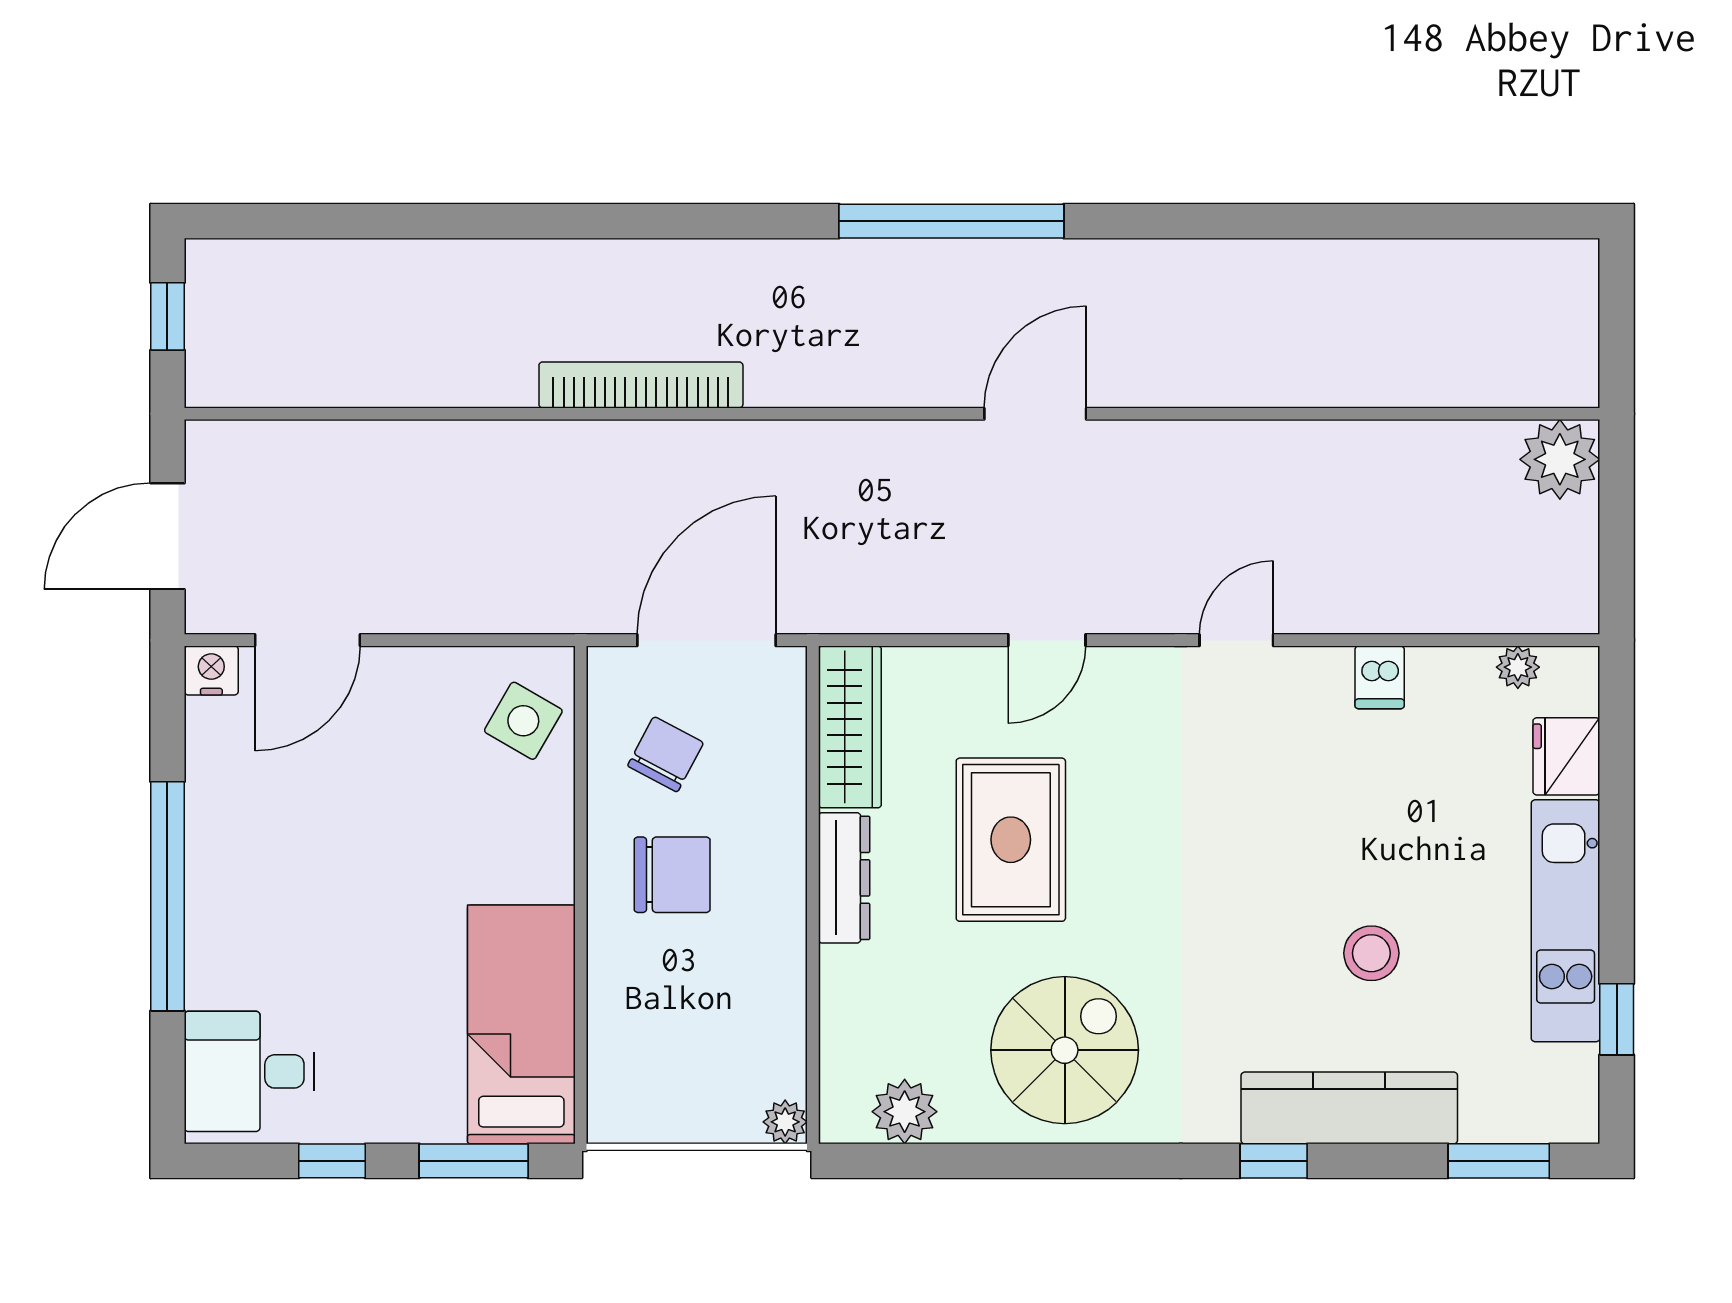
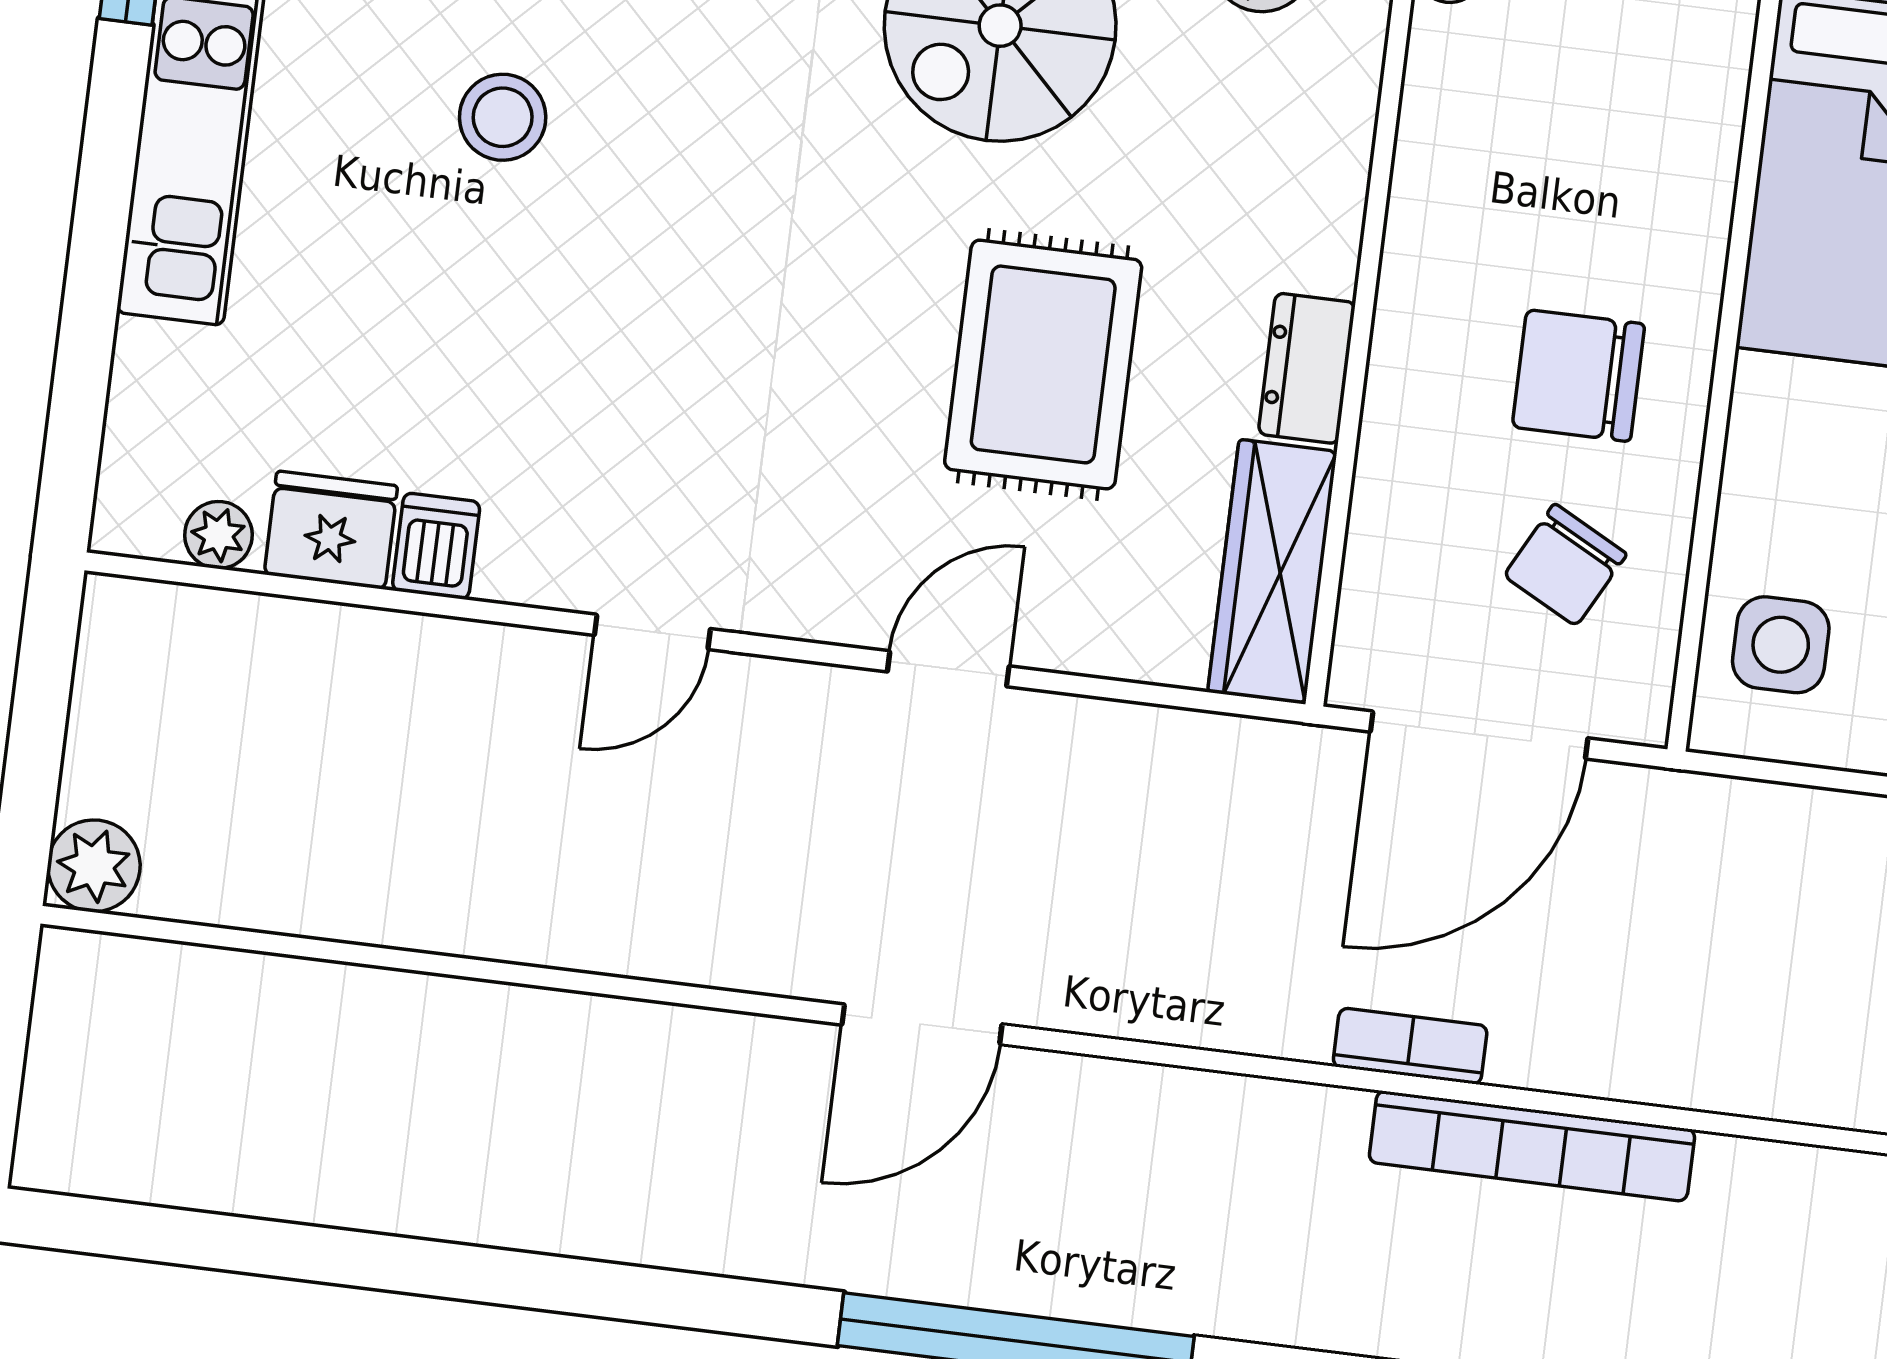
bookcase: (726, 438) -> (1410, 1046), added
plant: (1560, 459) -> (94, 866), width x0.73, depth x0.73
side table: (523, 721) -> (1781, 645), turned -30
fridge: (1566, 756) -> (331, 530), moved, turned -90
dresser: (844, 878) -> (1307, 368), width x0.70

